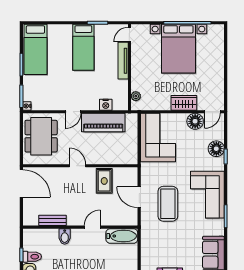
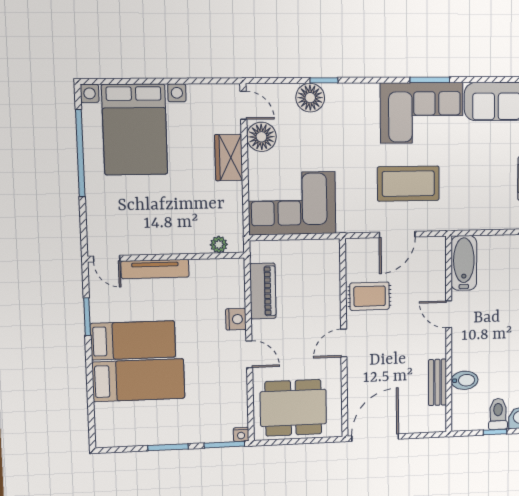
bed: (35, 49) -> (138, 380), moved
bed with nightstands: (178, 49) -> (135, 129), moved, turned 90
nightstand: (106, 105) -> (236, 319), moved
piano: (103, 123) -> (263, 291), width x0.73, depth x0.75
corner sofa: (207, 195) -> (422, 113), moved
bidet: (65, 236) -> (464, 380), moved

